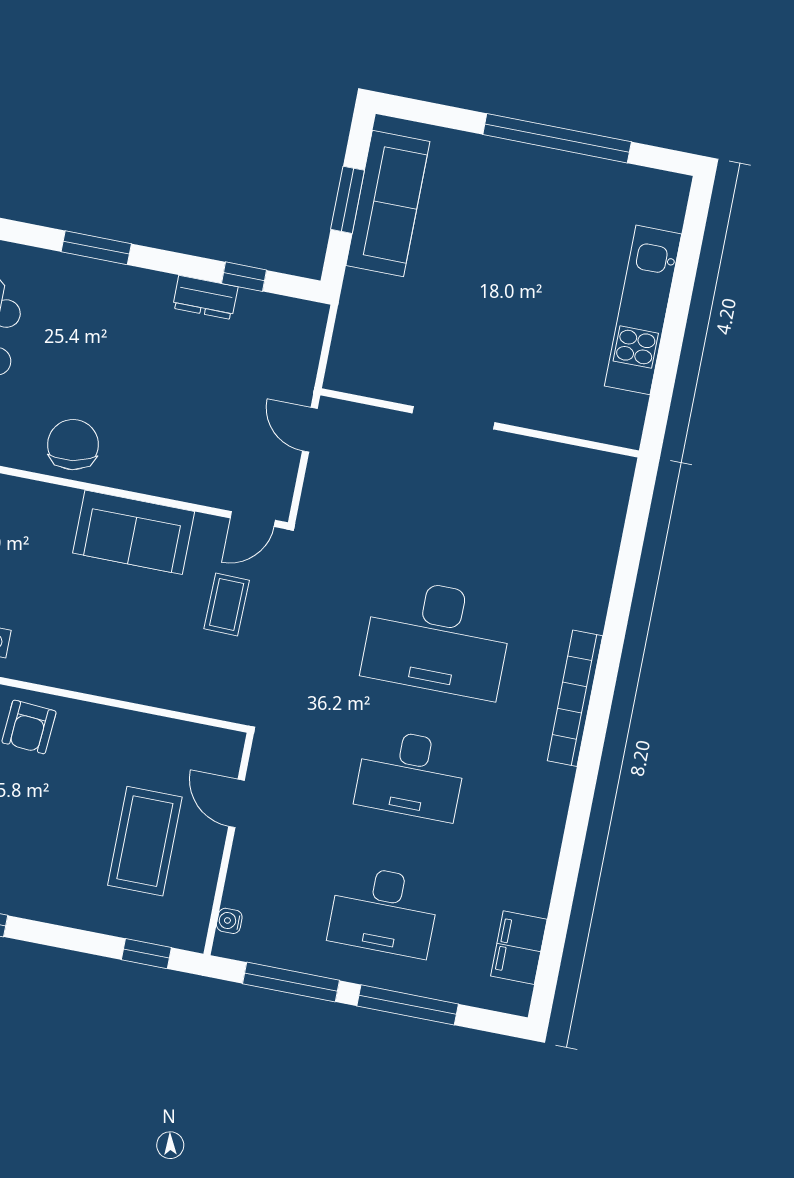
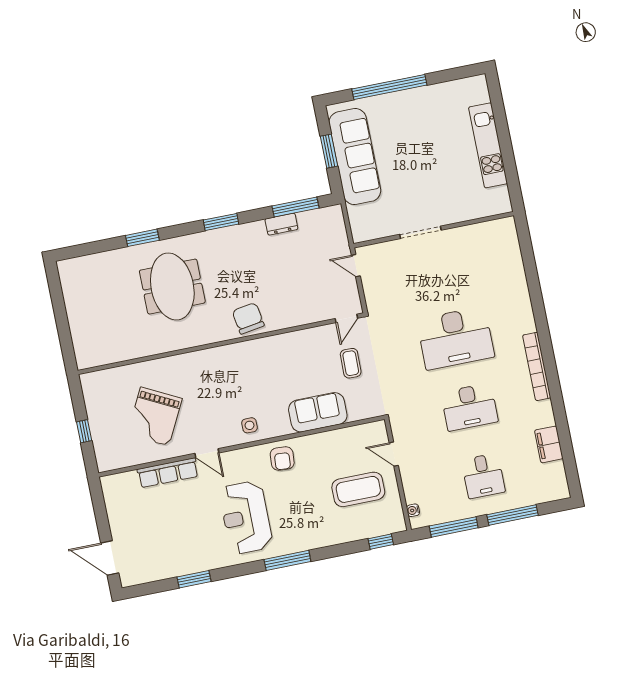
window: (557, 138) -> (389, 87), moved
sofa: (388, 204) -> (355, 157), width x1.36, depth x1.27
window: (244, 277) -> (295, 207), width x2.17
sofa: (134, 532) -> (318, 412), moved, turned 180
bookcase: (575, 698) -> (537, 366), moved
coffee table: (145, 841) -> (358, 489), turned 90
desk: (384, 911) -> (483, 476), width x0.73
filing cabinet: (519, 948) -> (549, 444), moved

